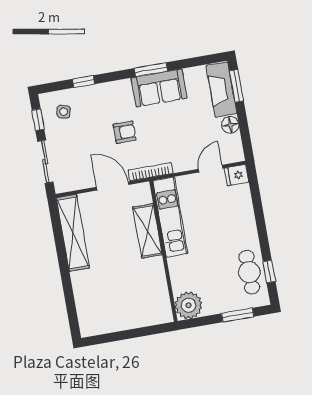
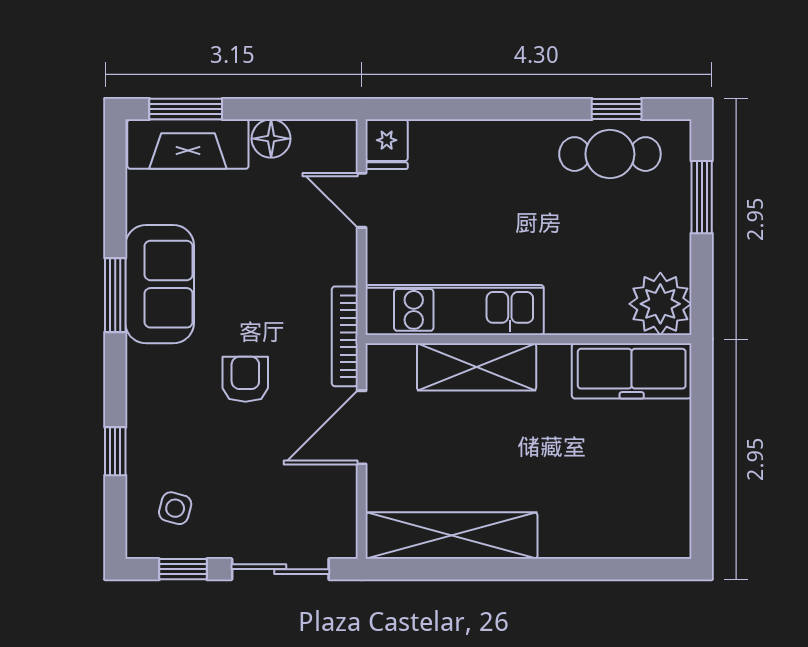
freezer: (157, 298) -> (632, 371), added

